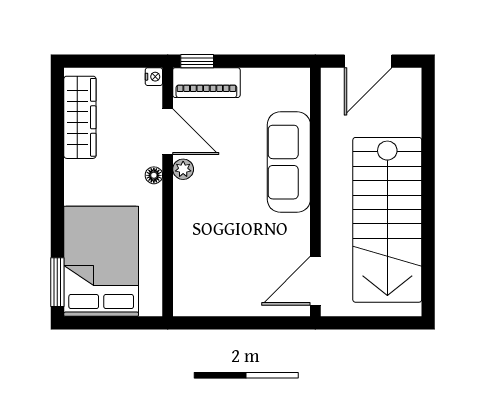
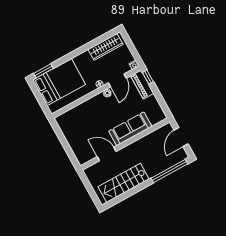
door: (368, 61) -> (181, 137), hinge flipped
window: (428, 127) -> (169, 171), added
stairs: (387, 220) -> (124, 183), width x0.73, depth x0.66
door: (315, 281) -> (107, 154), moved

